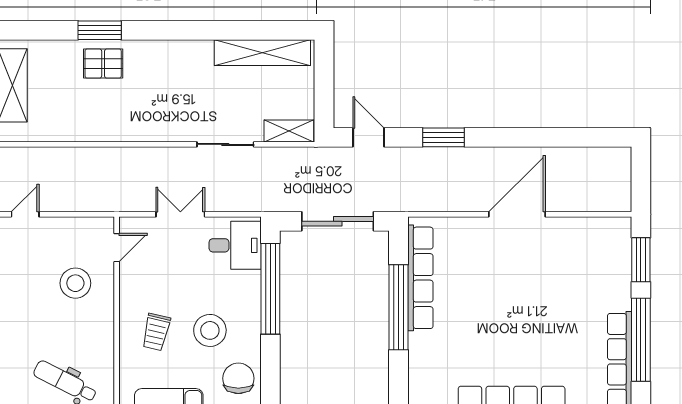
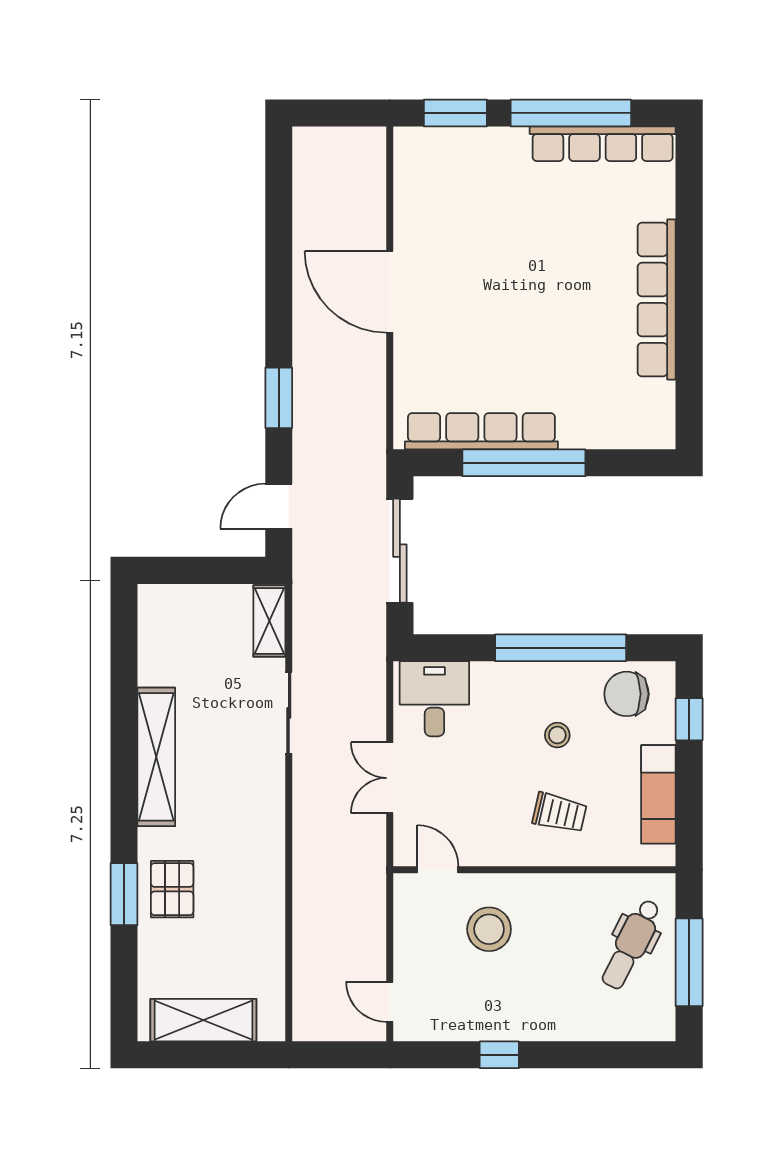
shelving: (262, 53) -> (156, 757), moved
window: (270, 289) -> (561, 648), moved
stool: (210, 330) -> (557, 735), width x0.53, depth x0.53

